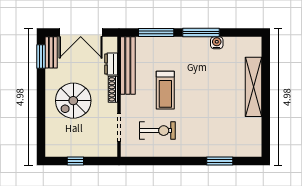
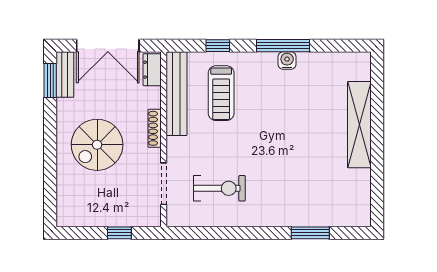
window: (156, 32) -> (218, 46), width x0.46
water cooler: (217, 43) -> (287, 61), moved
dresser: (111, 64) -> (152, 70), moved
treadmill: (165, 90) -> (221, 93), moved
window: (75, 161) -> (119, 233), moved

